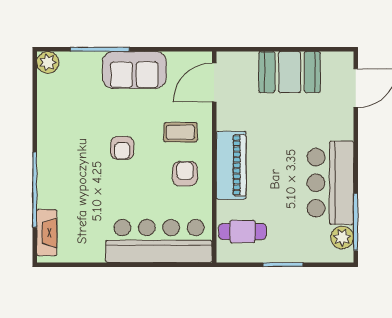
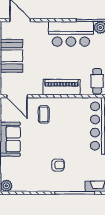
armchair: (122, 148) -> (58, 165), moved
armchair: (185, 174) -> (66, 112), removed

